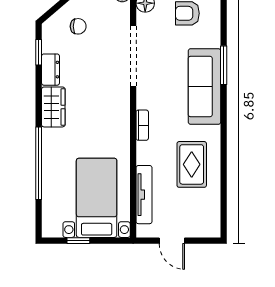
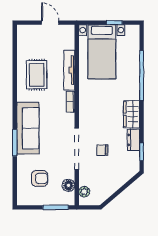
chair: (78, 26) -> (102, 150), moved
tv unit: (144, 195) -> (69, 70), moved

